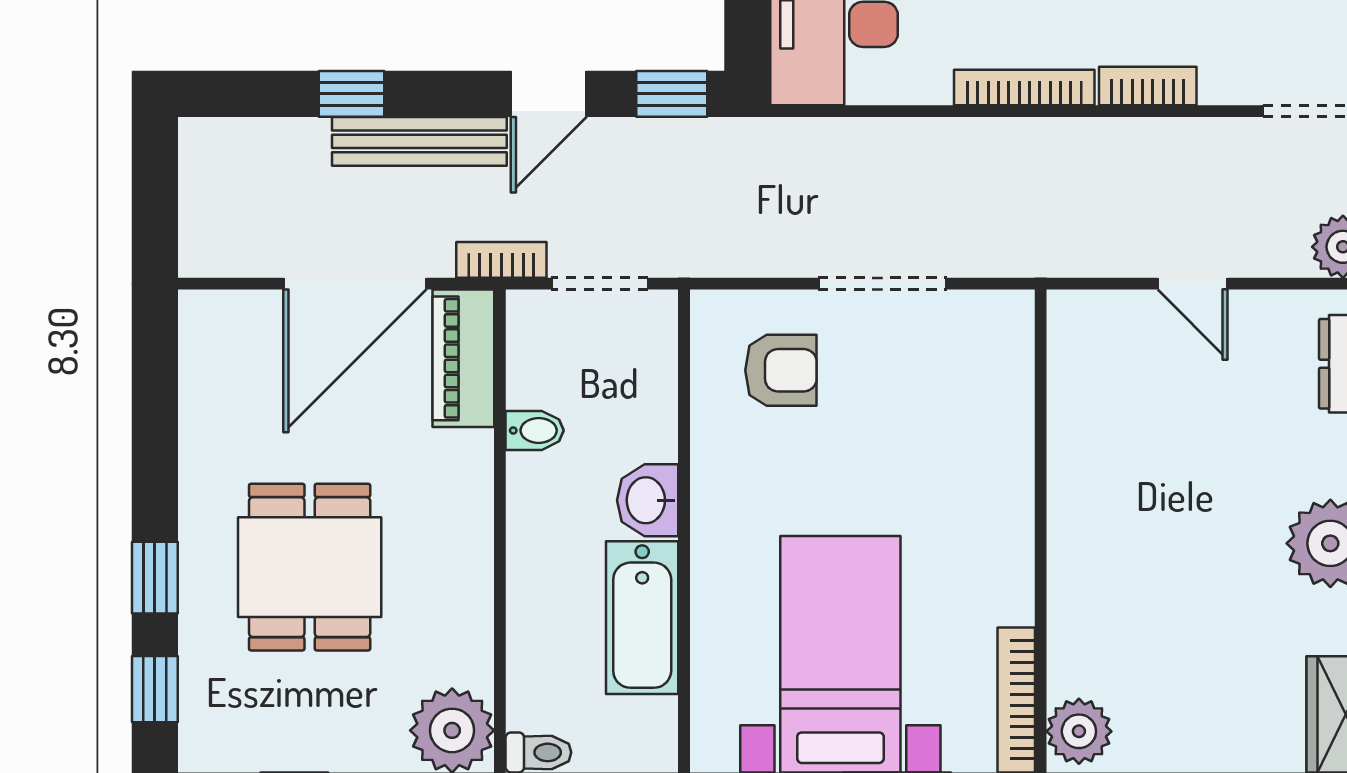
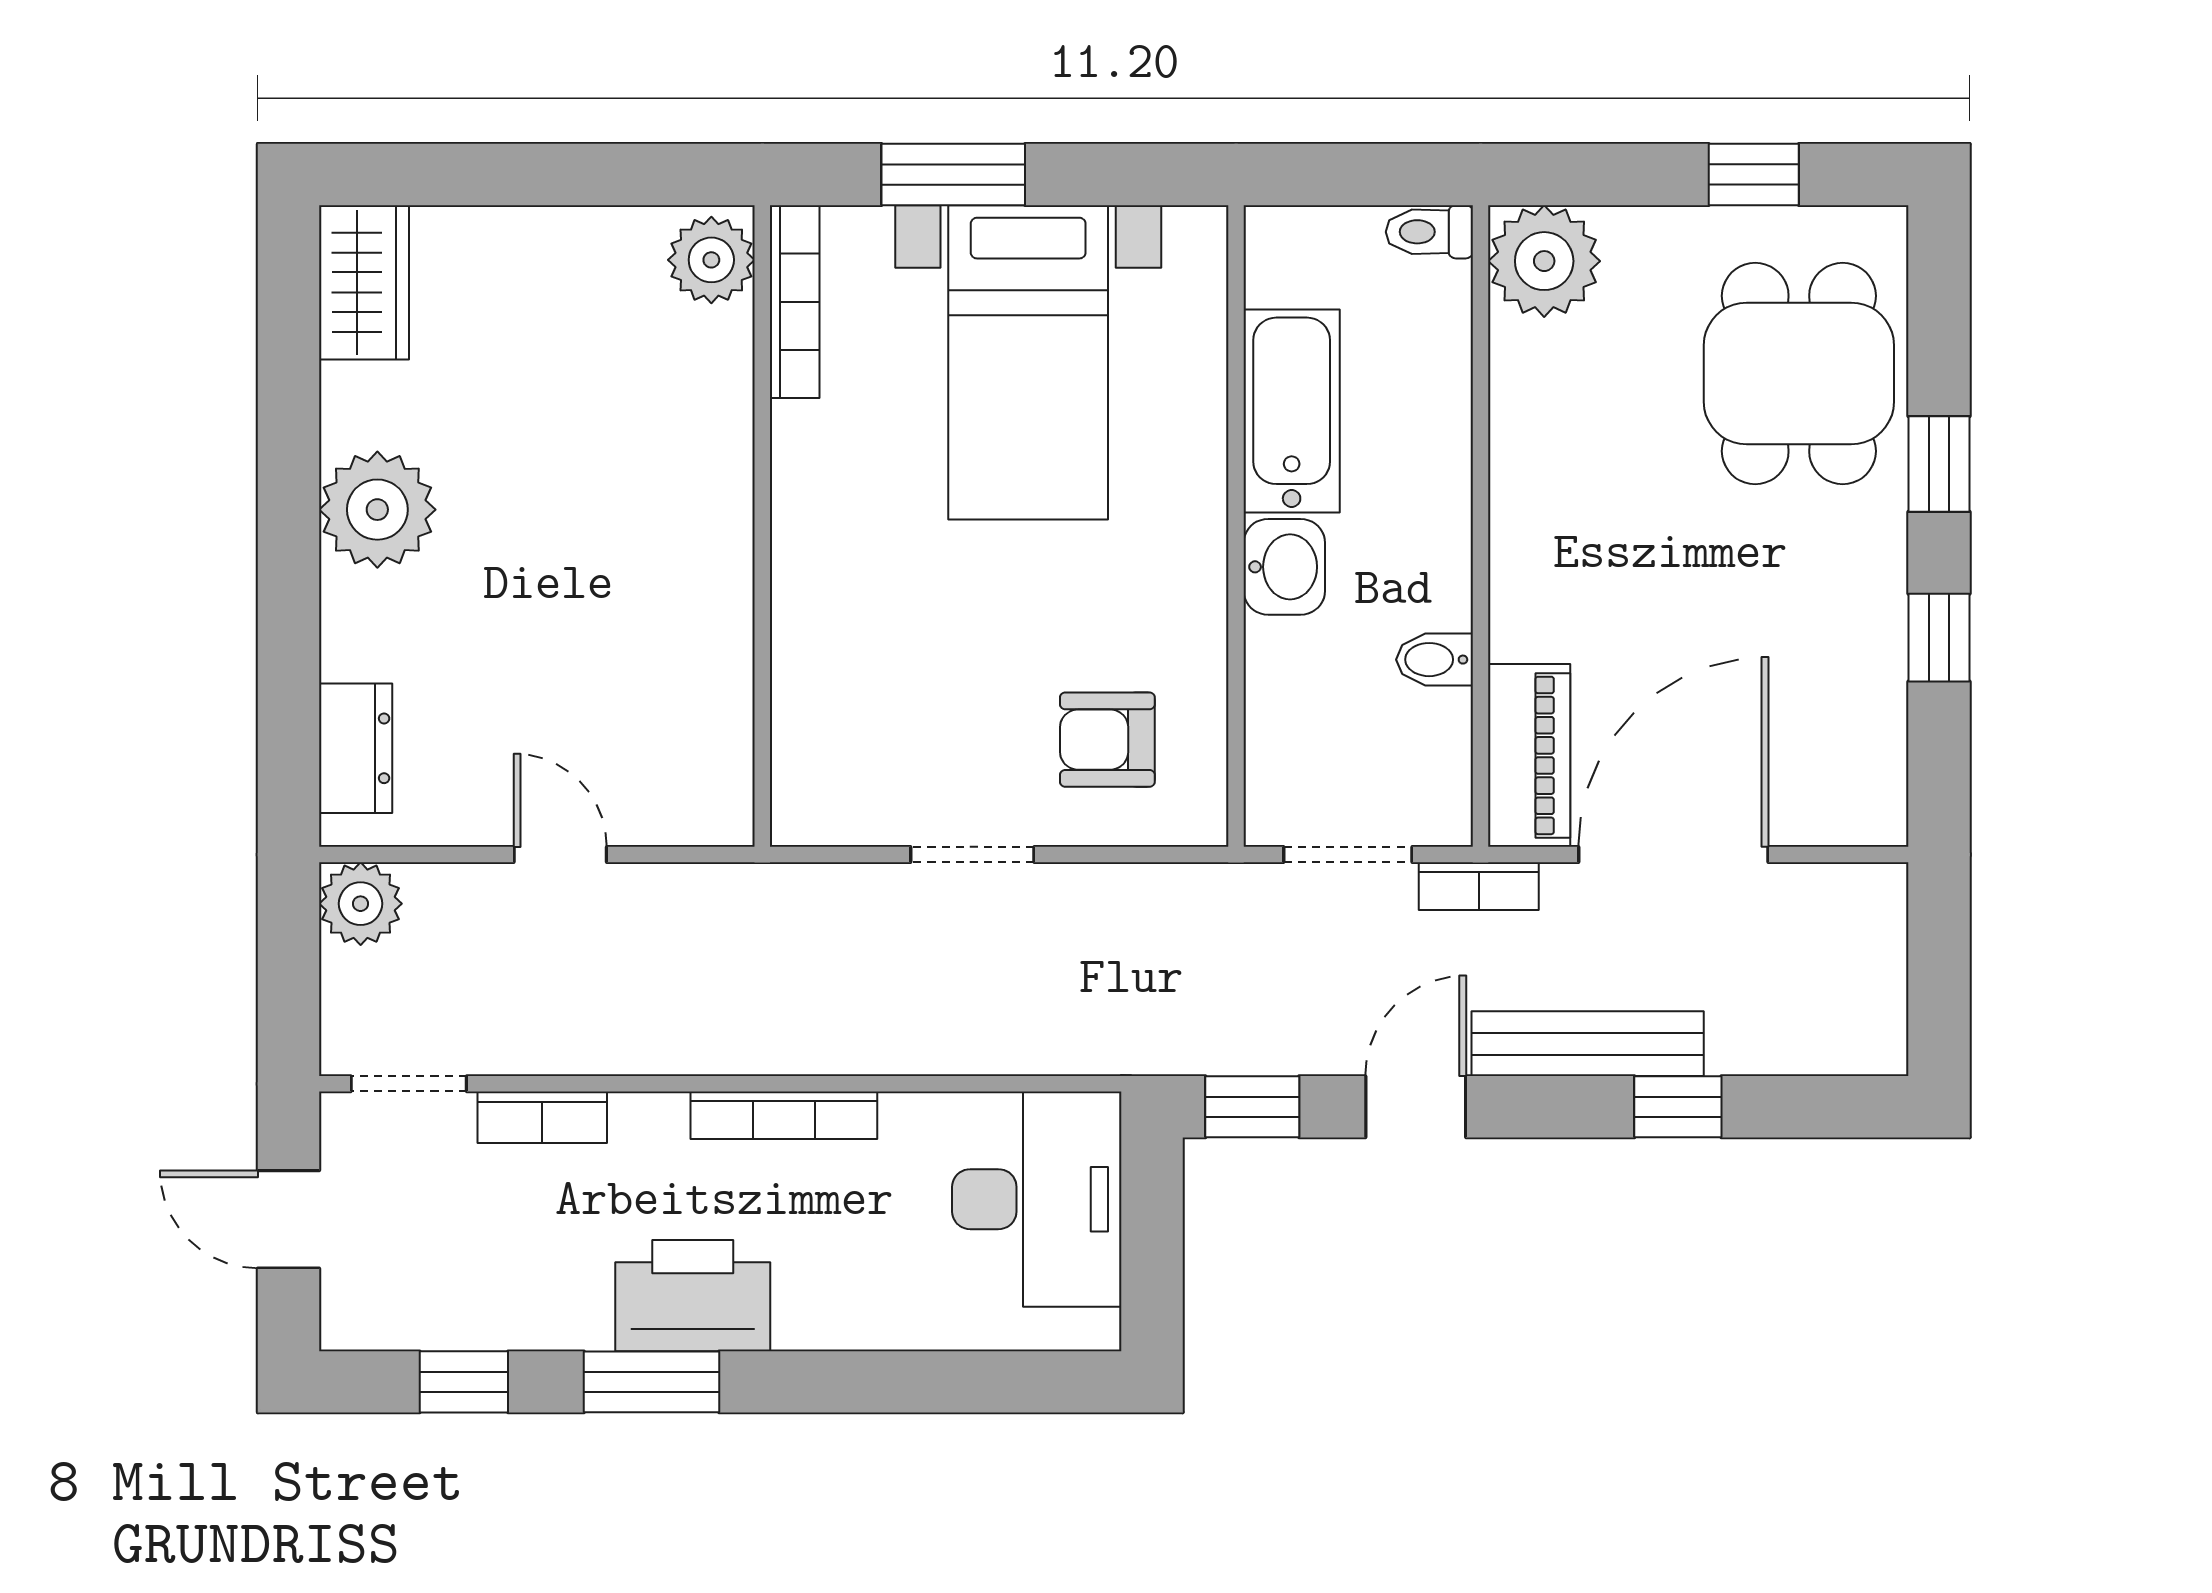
bookcase: (1148, 86) -> (542, 1117), moved
doorway: (882, 284) -> (972, 855), width x0.73
dining table: (310, 567) -> (1799, 374), moved
window: (155, 689) -> (1939, 638), moved

